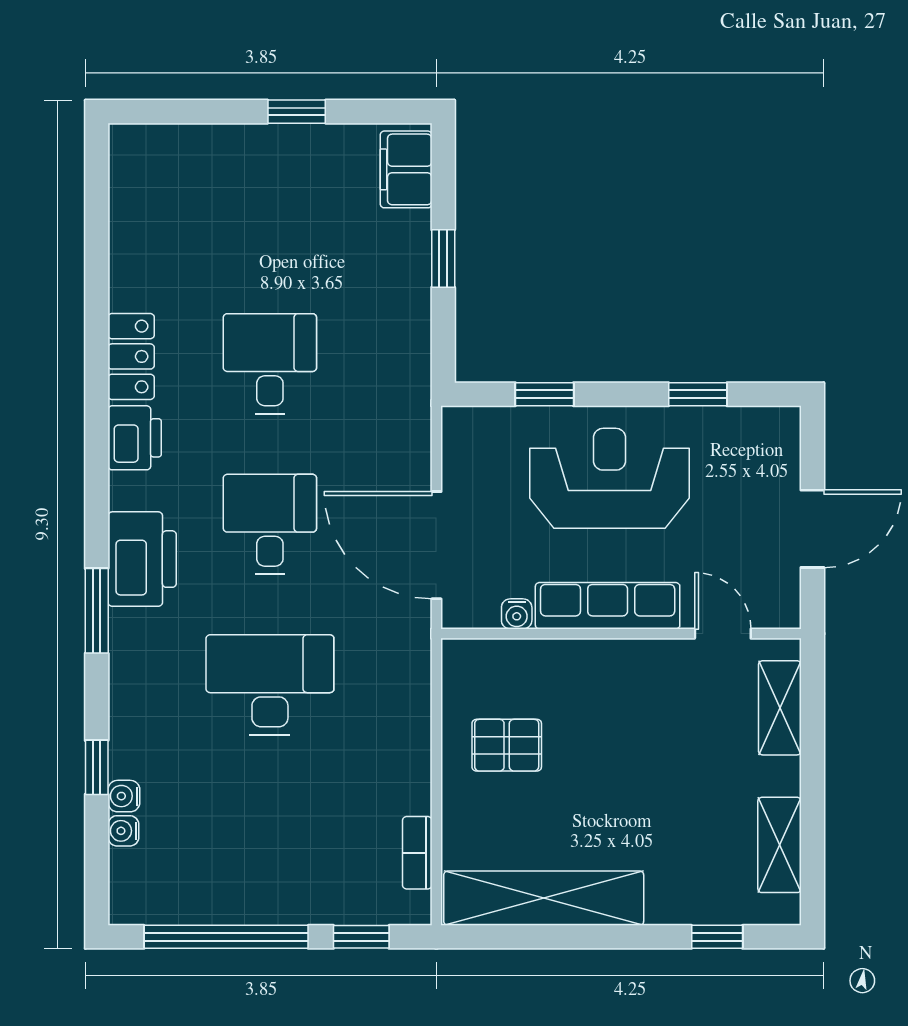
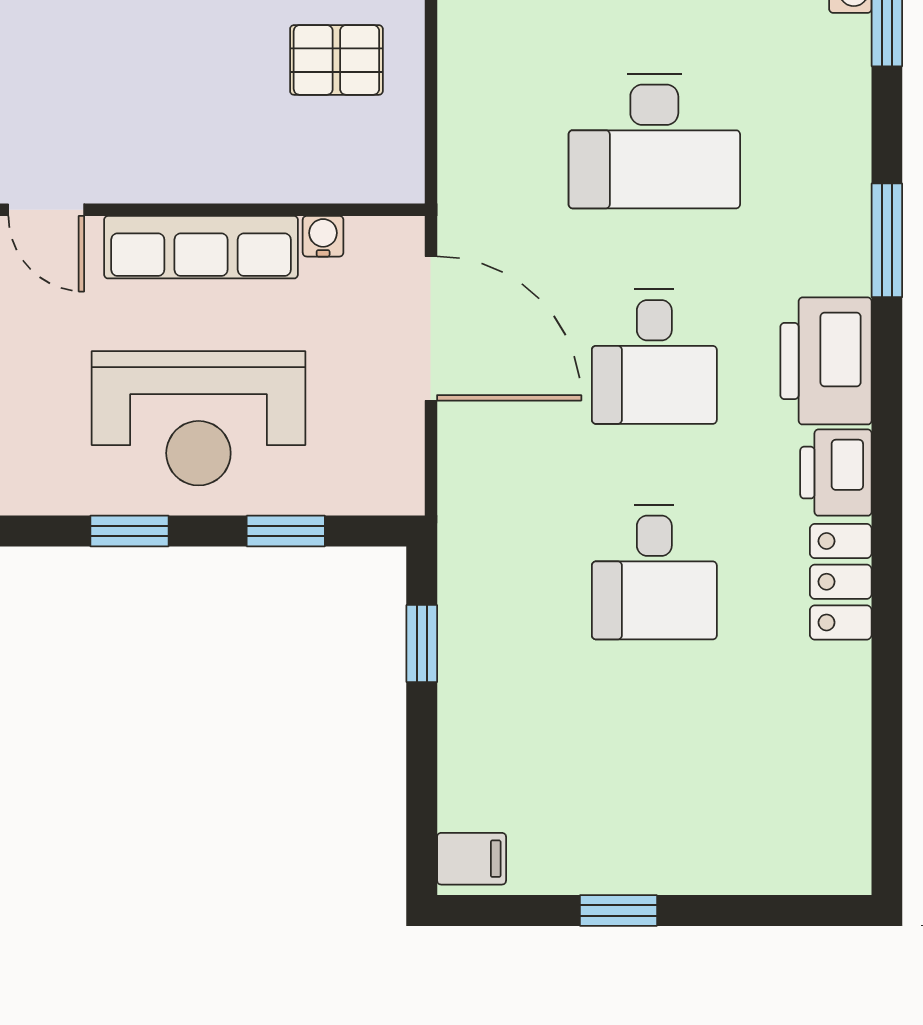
filing cabinet: (406, 169) -> (472, 859), width x0.50
window: (443, 258) -> (422, 644), moved
window: (698, 394) -> (129, 531), moved
printer: (142, 559) -> (826, 361), moved

